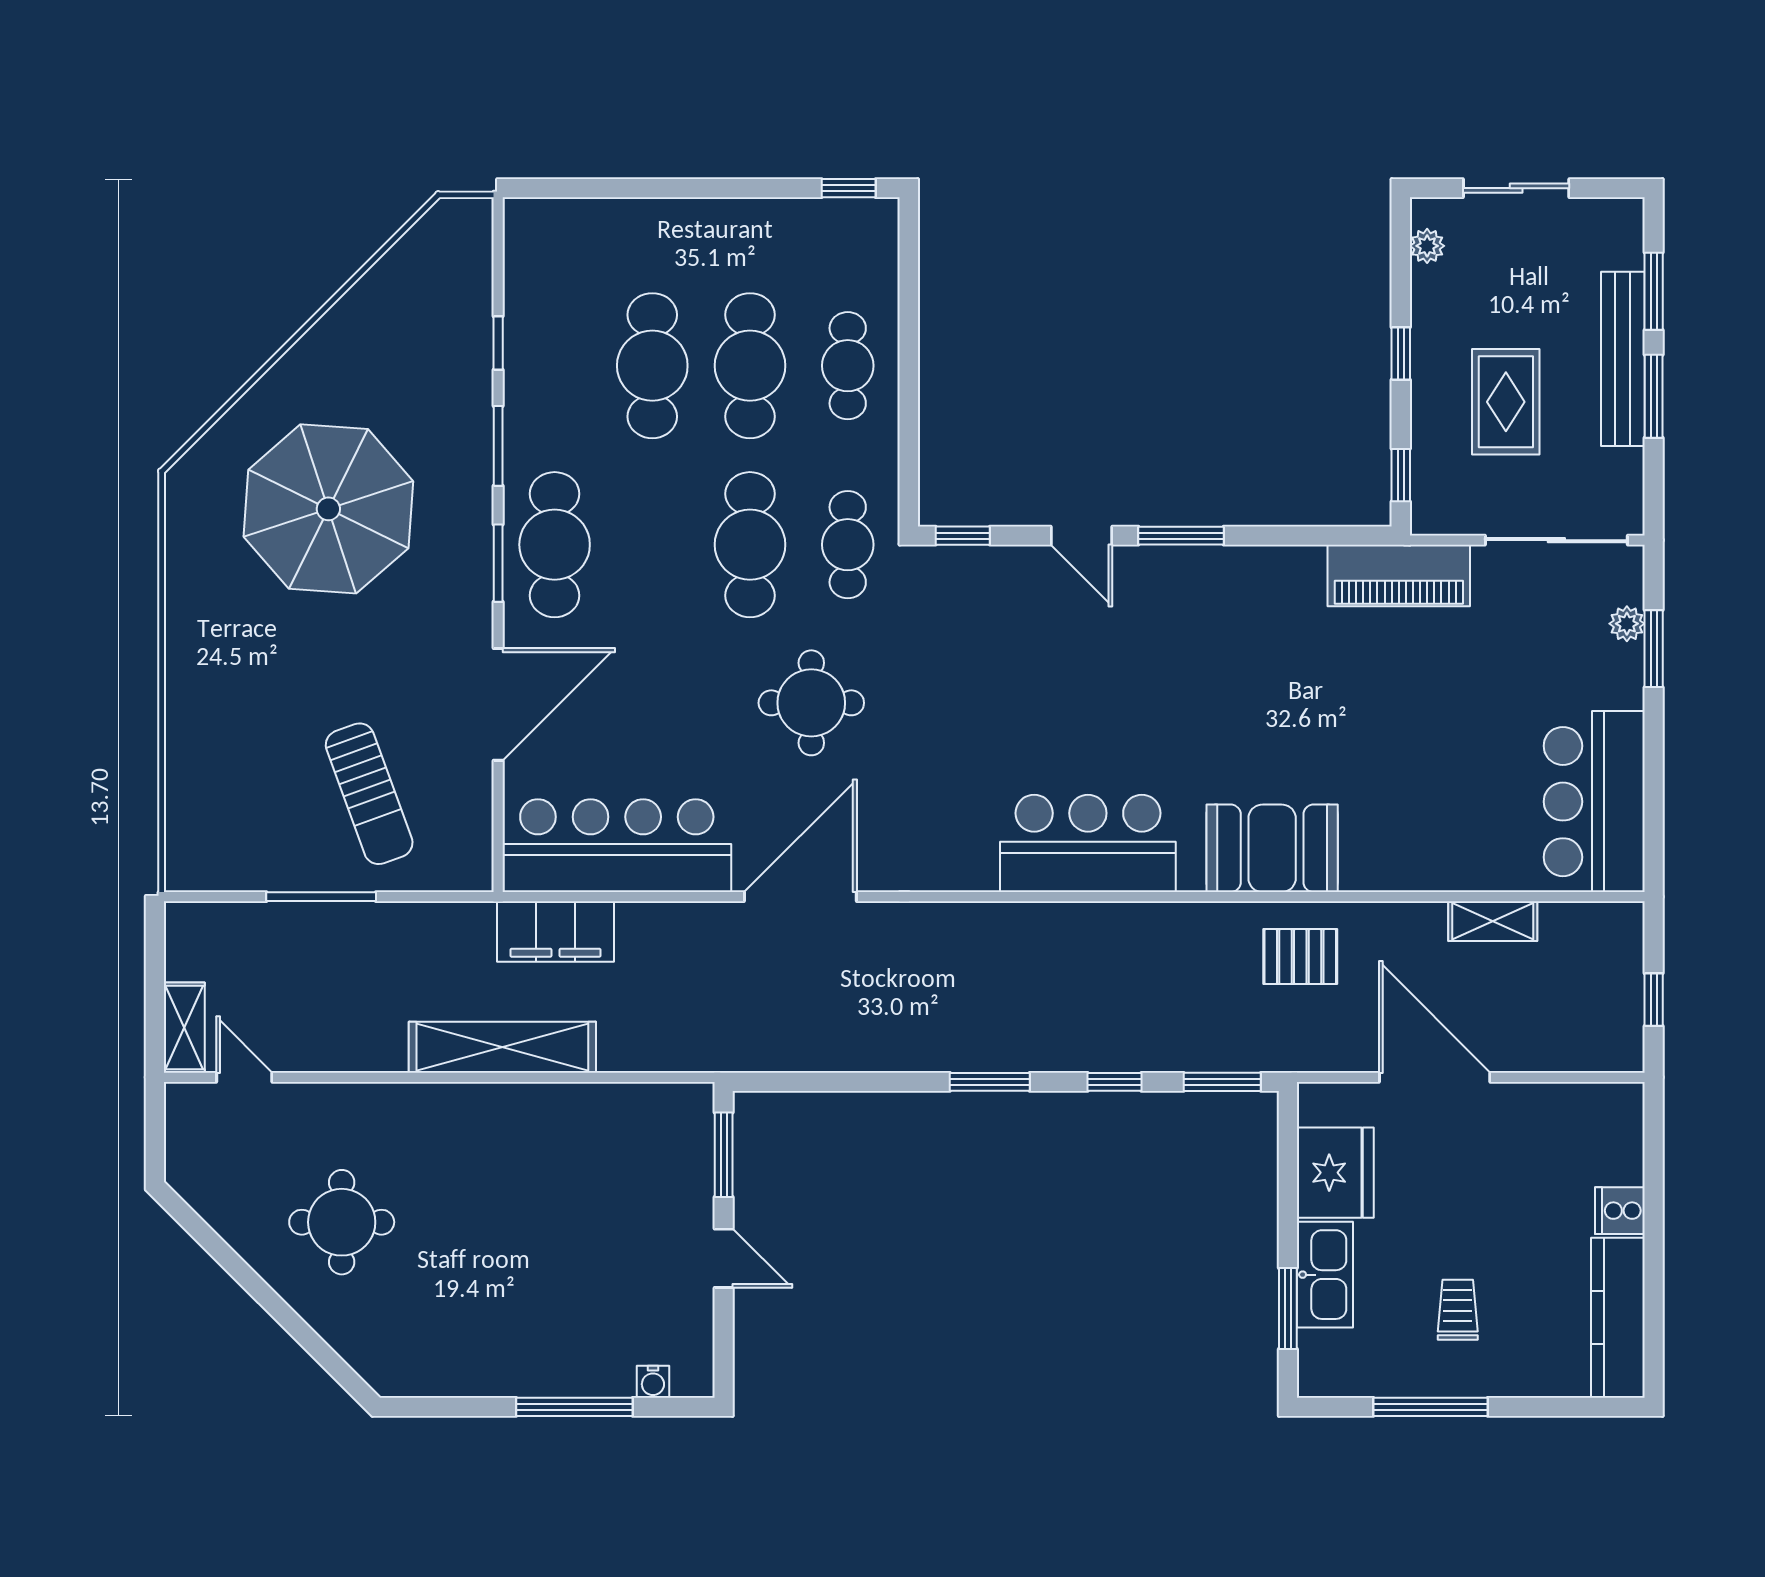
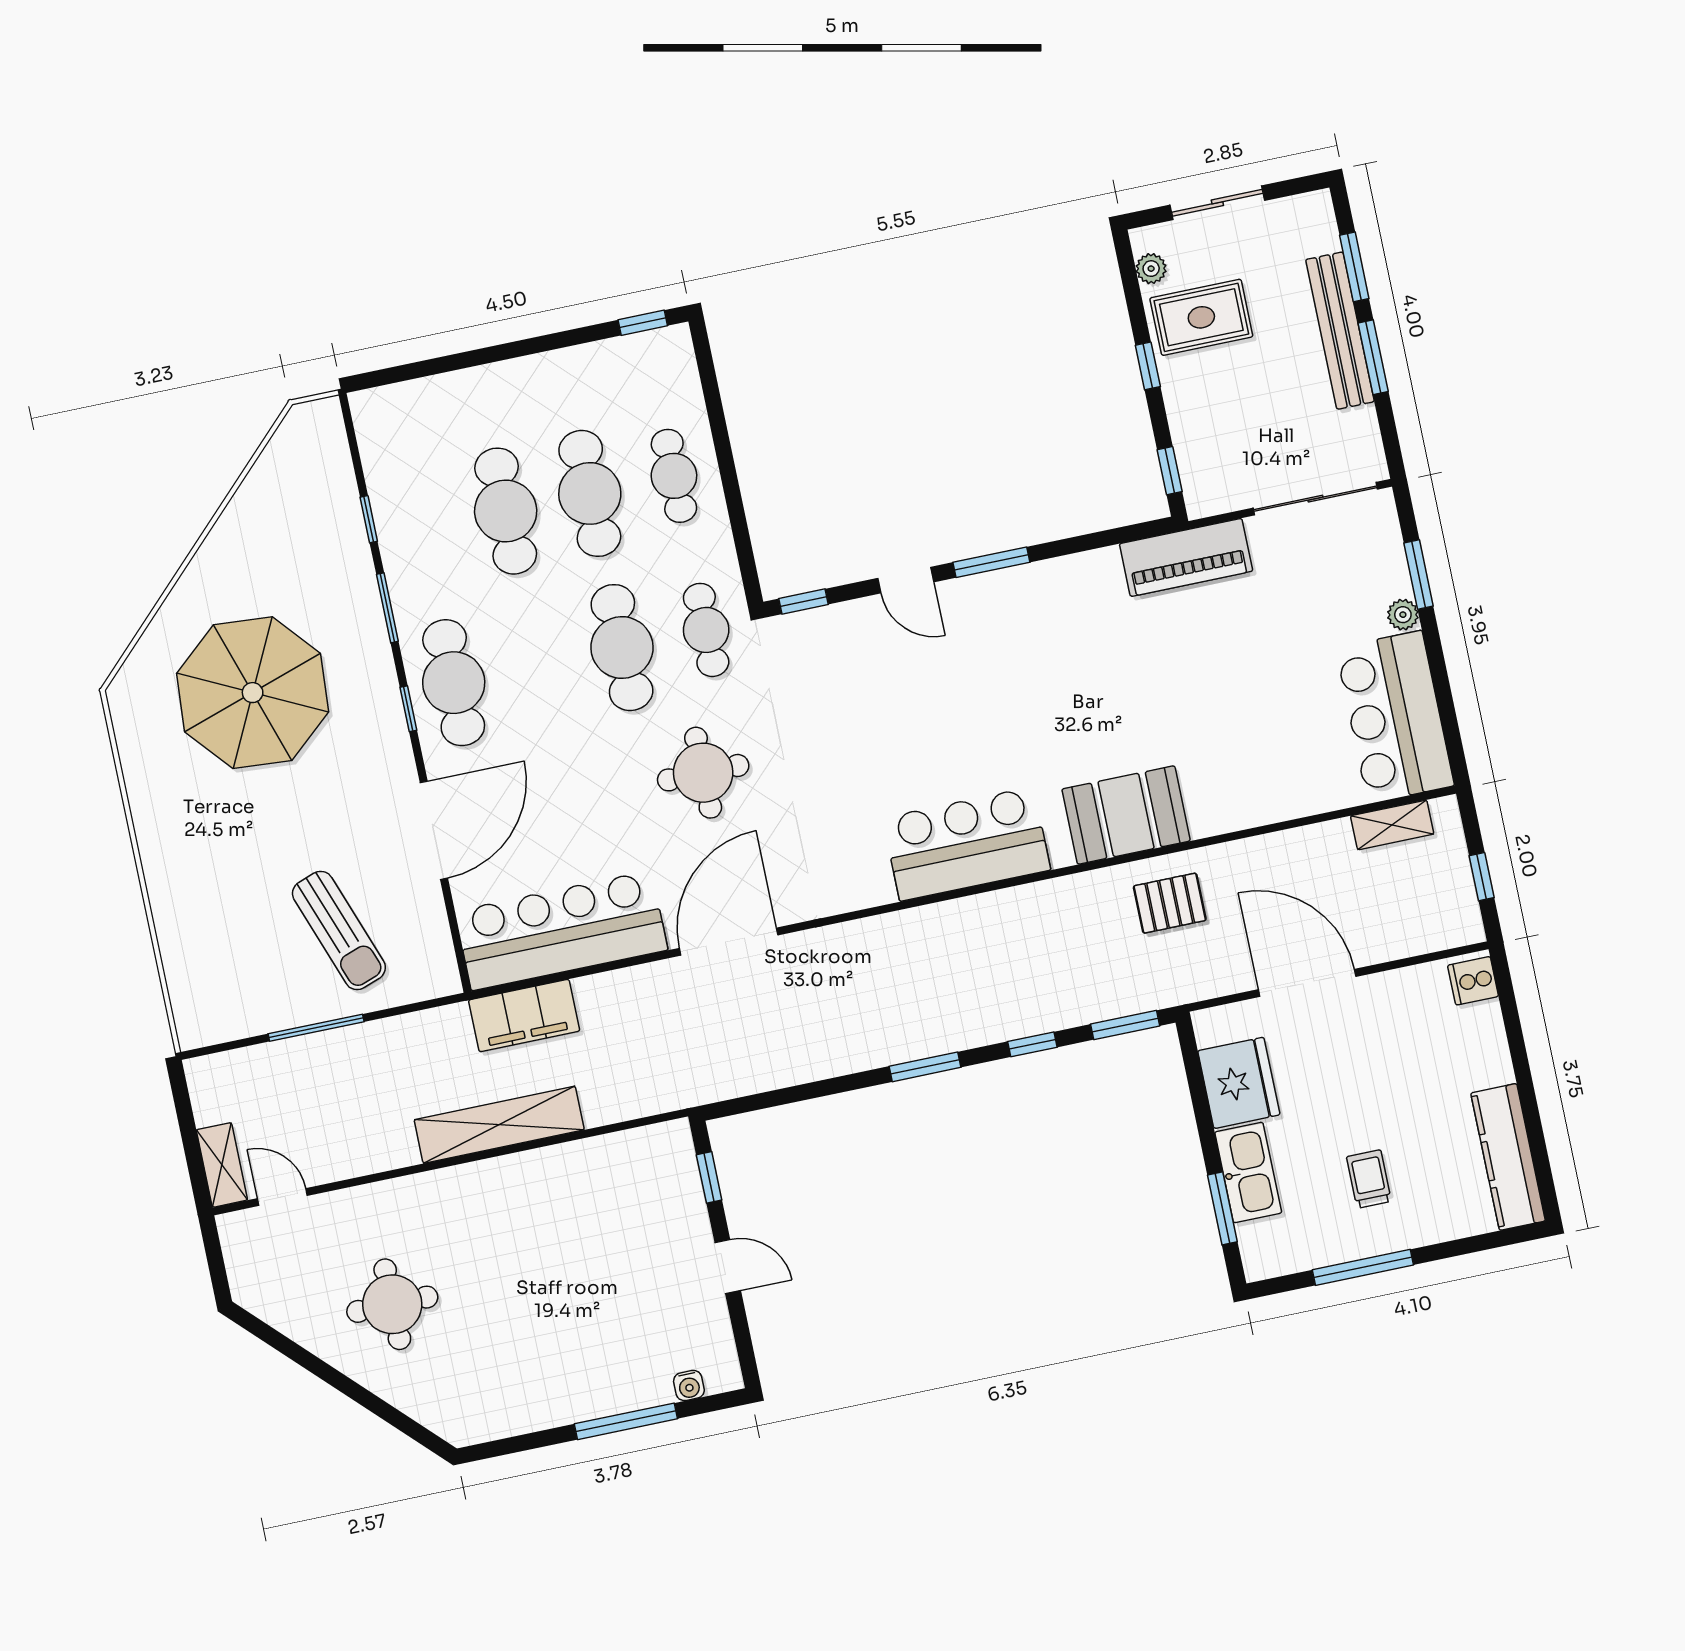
rug: (1506, 402) -> (1201, 317), moved, turned 90
window: (498, 563) -> (408, 709), width x0.67
plant: (1627, 624) -> (1403, 615), moved
shelving: (1493, 921) -> (1392, 825), moved
window: (724, 1155) -> (709, 1177), width x0.67
cooker: (1620, 1211) -> (1473, 981), moved

